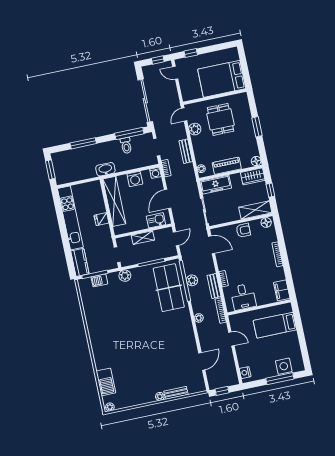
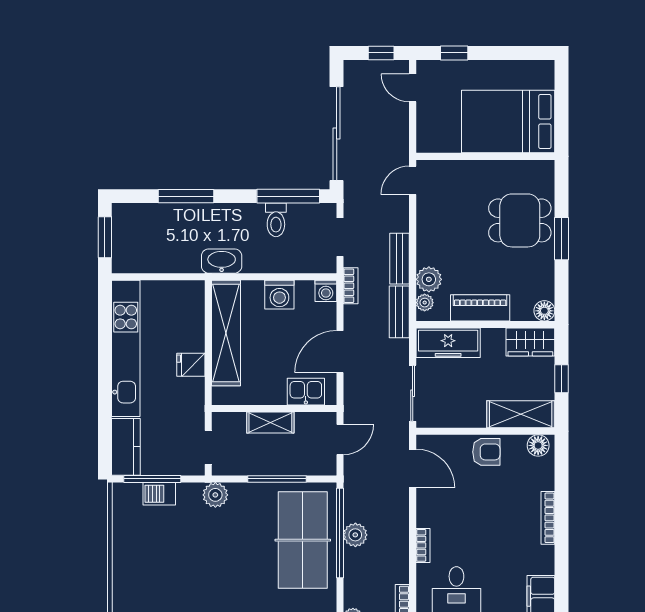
dining table: (221, 119) -> (520, 220), moved, turned 90
plant: (195, 129) -> (429, 279), moved
bench: (214, 286) -> (399, 312), moved

